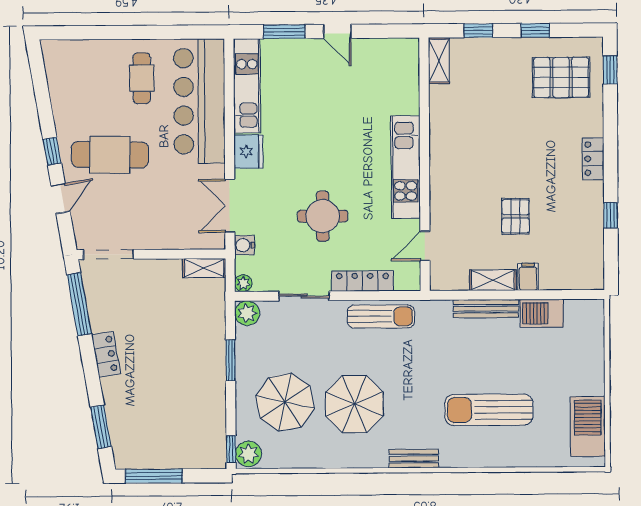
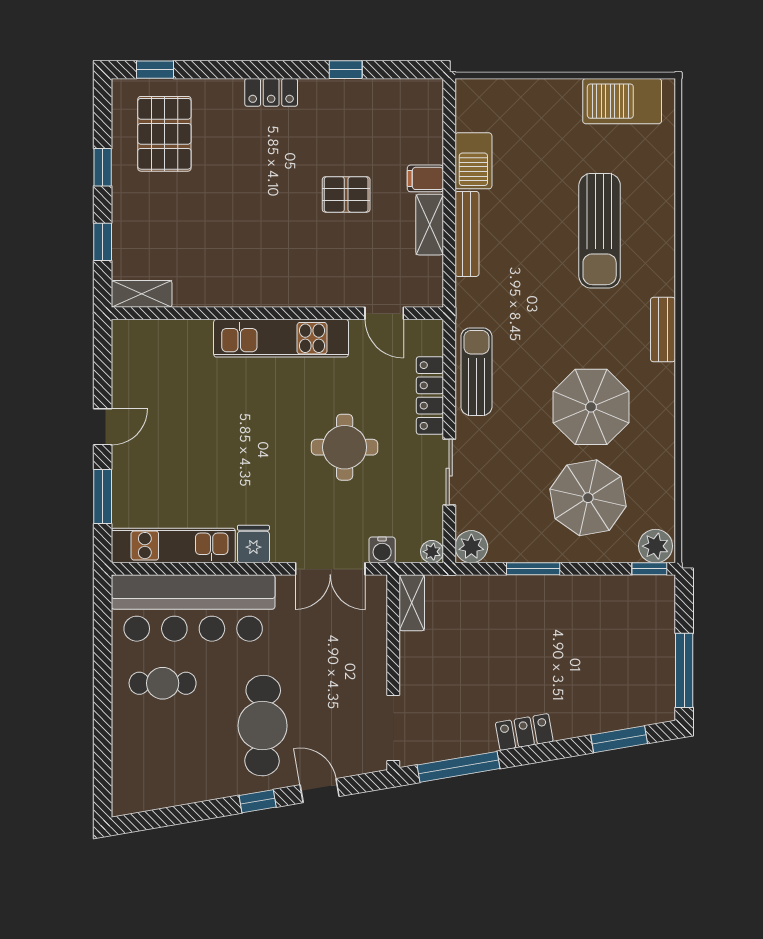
fridge: (248, 152) -> (253, 544), width x0.72

